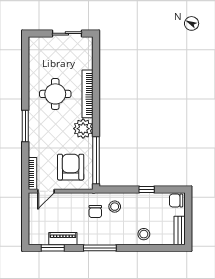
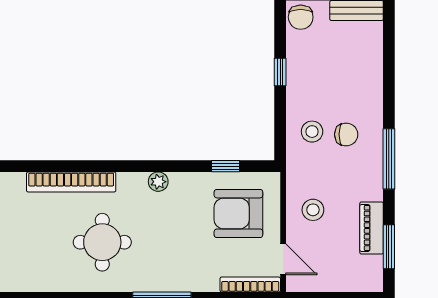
bookcase: (88, 94) -> (71, 182), moved
plant: (83, 129) -> (158, 182), width x0.53, depth x0.53
window: (96, 160) -> (226, 166), width x0.32
chair: (95, 212) -> (346, 134), moved
stool: (144, 234) -> (313, 210), moved

